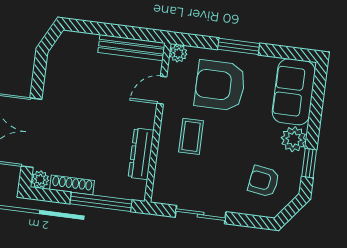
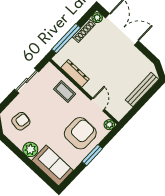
bench: (132, 48) -> (142, 90), moved
coffee table: (191, 136) -> (65, 92), moved
window: (309, 163) -> (14, 149), removed

